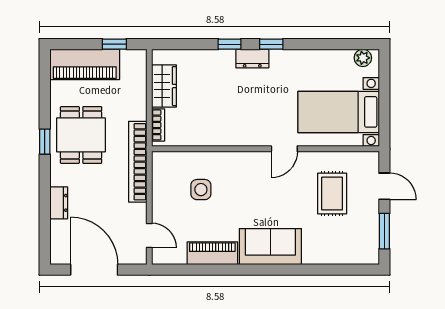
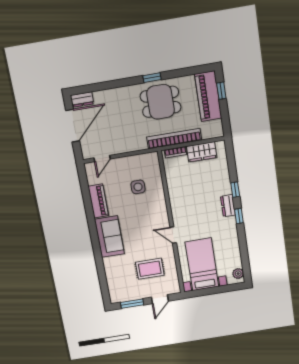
window: (114, 44) -> (221, 91), moved
bookcase: (138, 162) -> (174, 139), moved
dresser: (59, 203) -> (82, 100), moved

